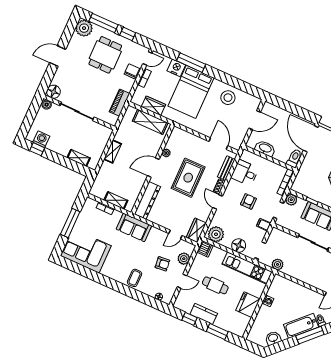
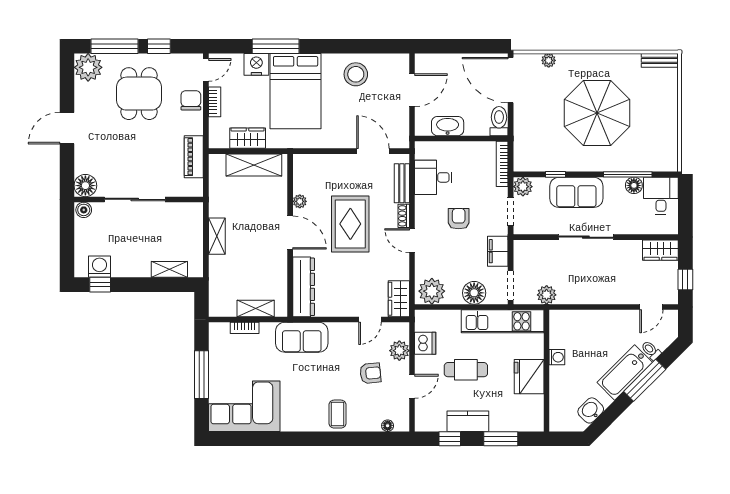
door: (153, 168) -> (290, 233), swing flipped
filing cabinet: (264, 225) -> (498, 251), width x2.00
dishwasher: (205, 249) -> (425, 343), moved

